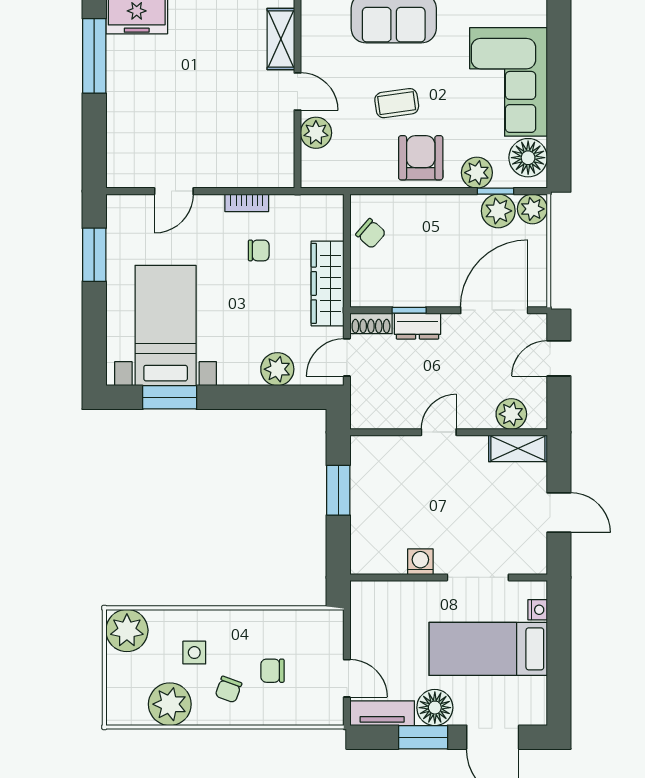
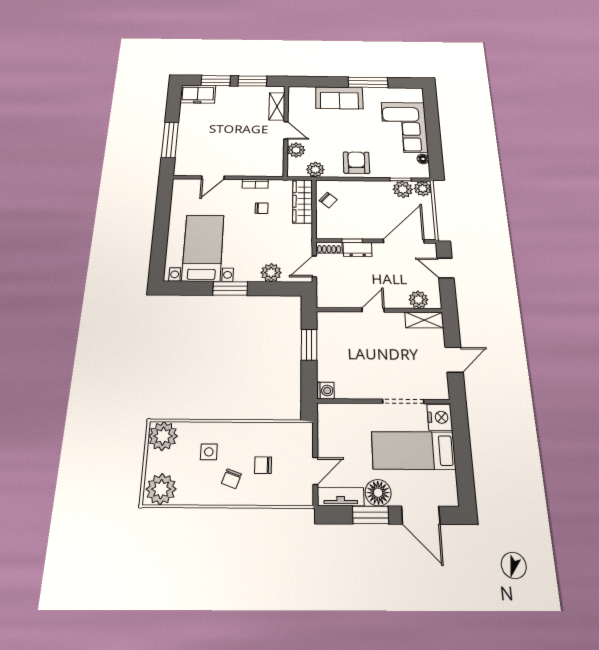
window: (94, 56) -> (170, 140), moved
coffee table: (397, 103) -> (342, 136), removed
floor lamp: (528, 158) -> (423, 159), width x0.53, depth x0.53
plant: (477, 173) -> (315, 169), moved
window: (94, 255) -> (163, 209), removed
wardrobe: (328, 283) -> (303, 201), moved
door: (559, 358) -> (446, 268), hinge flipped
window: (170, 397) -> (230, 288), moved
door: (559, 513) -> (454, 360), hinge flipped
washing machine: (420, 562) -> (325, 391), moved, turned 90
nightstand: (538, 610) -> (440, 417), width x1.89, depth x1.79
door: (347, 678) -> (315, 471), hinge flipped
plant: (170, 704) -> (161, 489), moved

